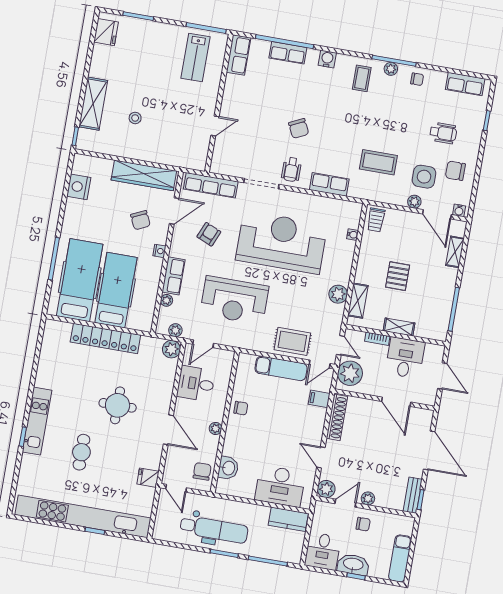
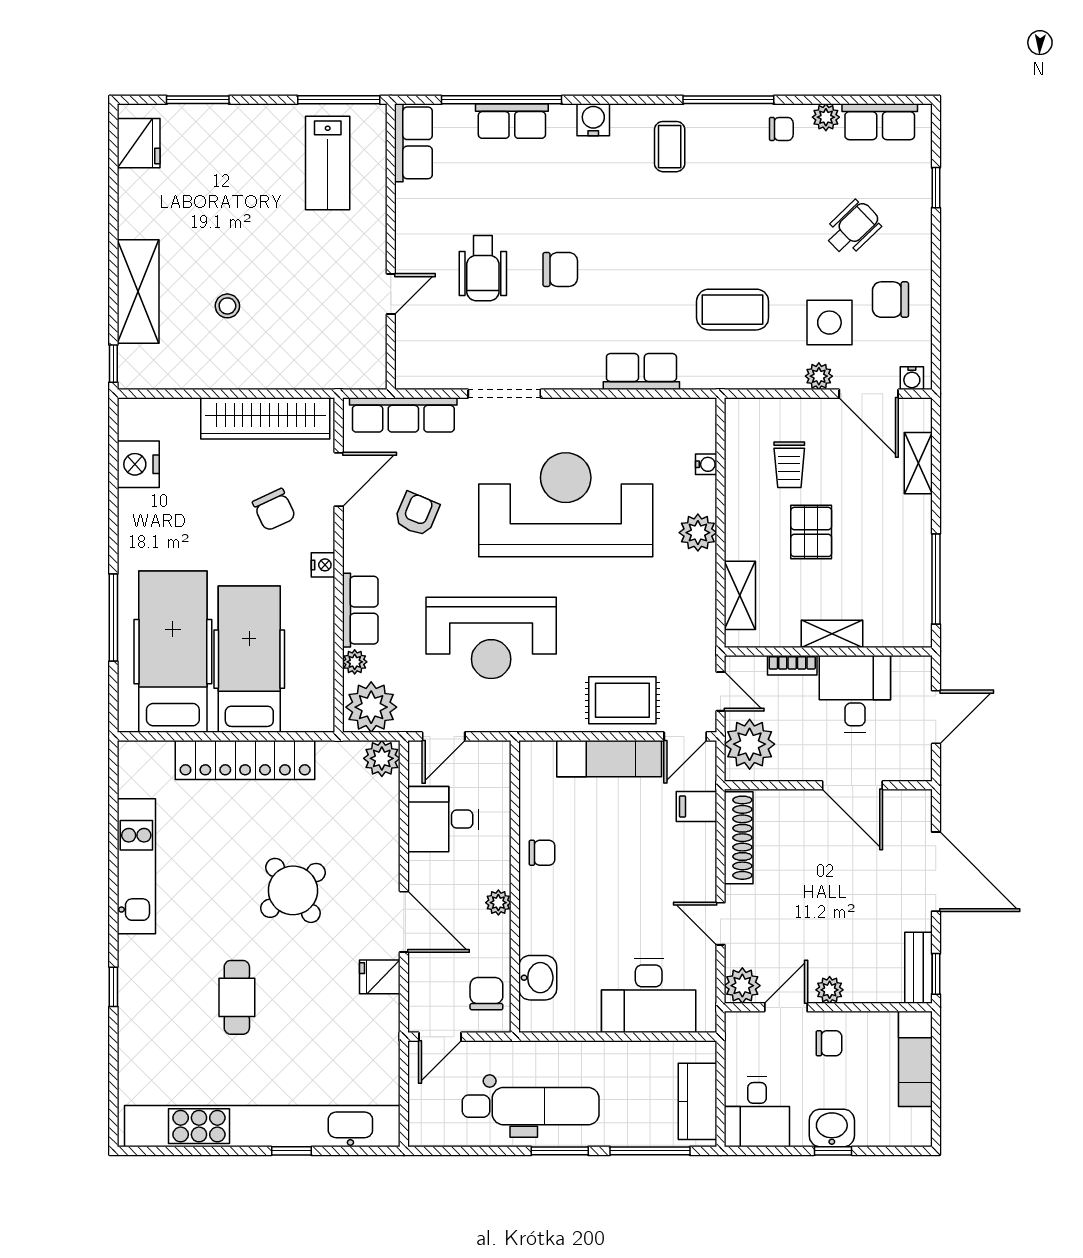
plant: (391, 69) -> (826, 117), moved
chair: (299, 128) -> (560, 269), turned -64
wheelchair: (443, 133) -> (853, 228), turned -44
wheelchair: (291, 169) -> (483, 268), moved, width x1.36, depth x1.37
trolley: (376, 220) -> (789, 465), moved
plant: (338, 294) -> (698, 533), moved
plant: (175, 330) -> (371, 707), width x1.88, depth x1.88
door: (442, 376) -> (936, 717), hinge flipped
round table: (118, 405) -> (293, 890), turned -38
kitchen unit: (37, 421) -> (136, 866), moved
fridge: (148, 478) -> (380, 977), moved
door: (176, 488) -> (440, 1037), hinge flipped
kitchen counter: (288, 519) -> (697, 1101), moved, turned 90
exam couch: (400, 558) -> (915, 1059), moved
washbasin: (353, 565) -> (832, 1128), width x0.72

